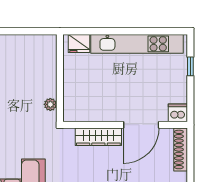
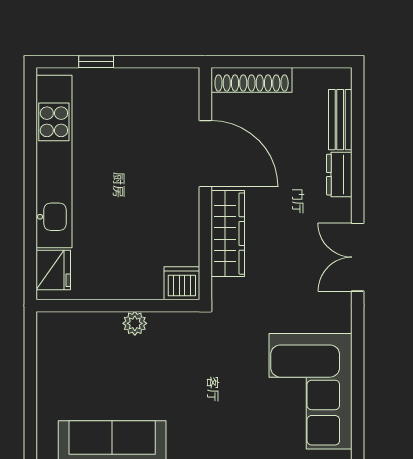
plant: (50, 104) -> (135, 323), moved
dishwasher: (178, 113) -> (182, 283), moved, turned 90

